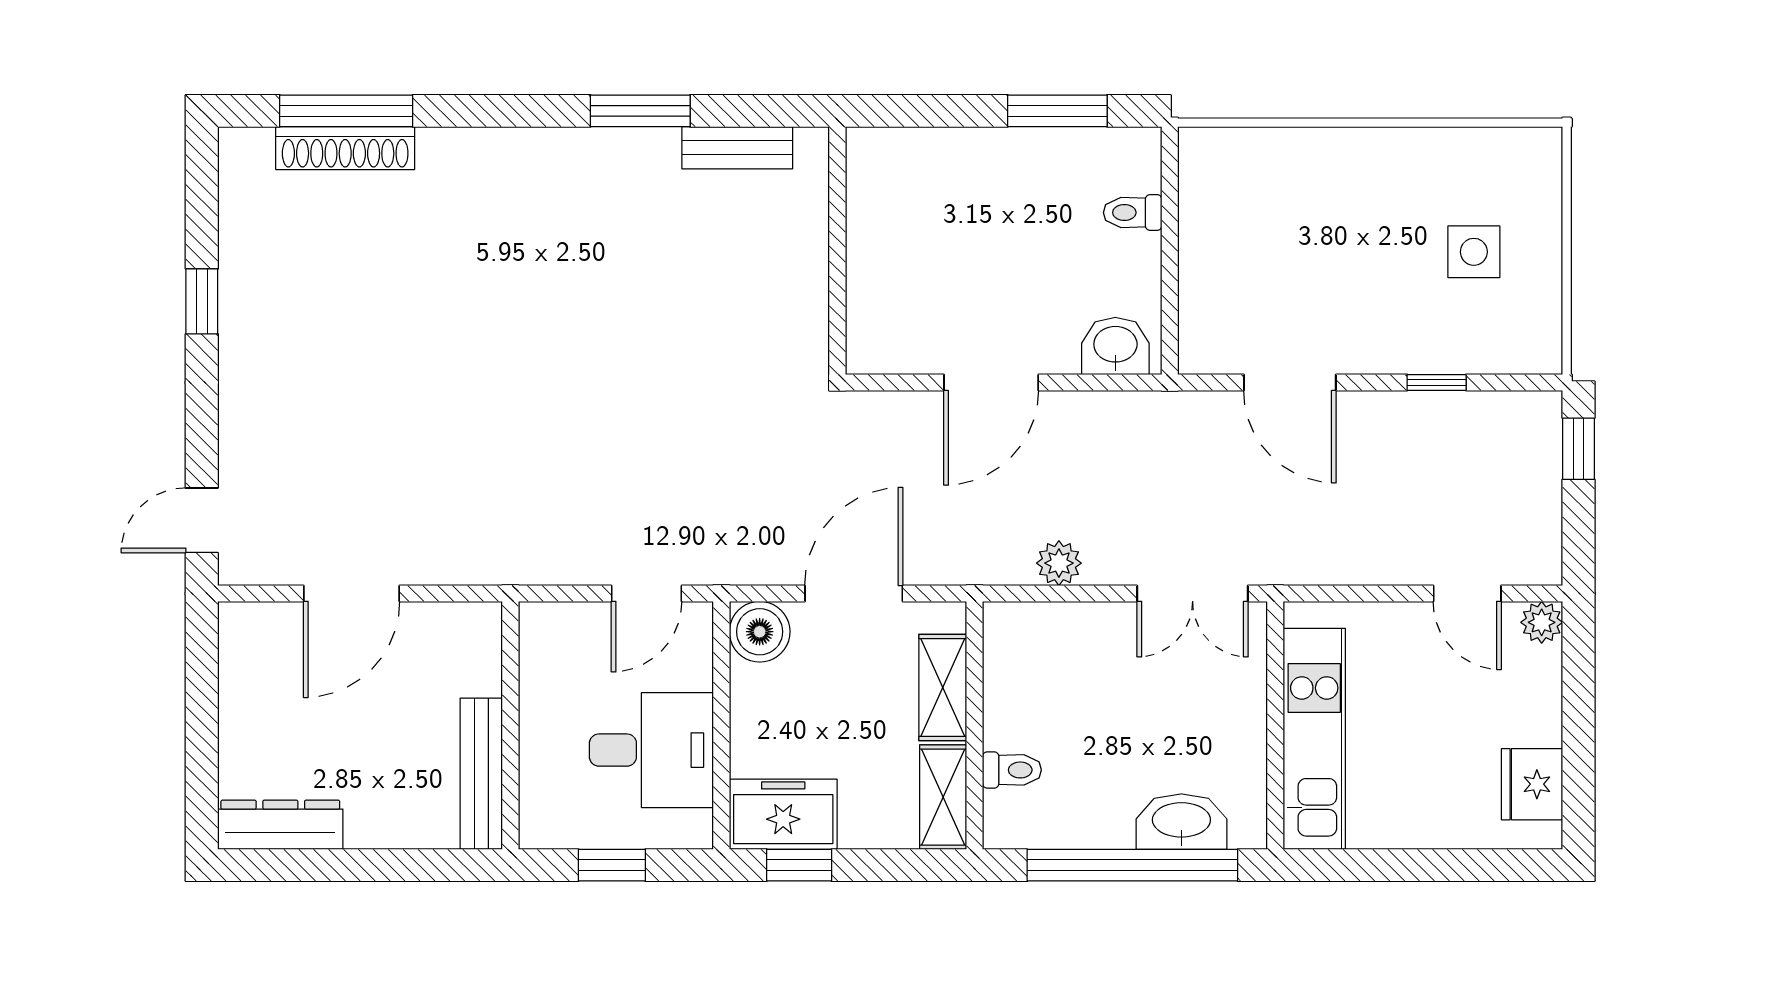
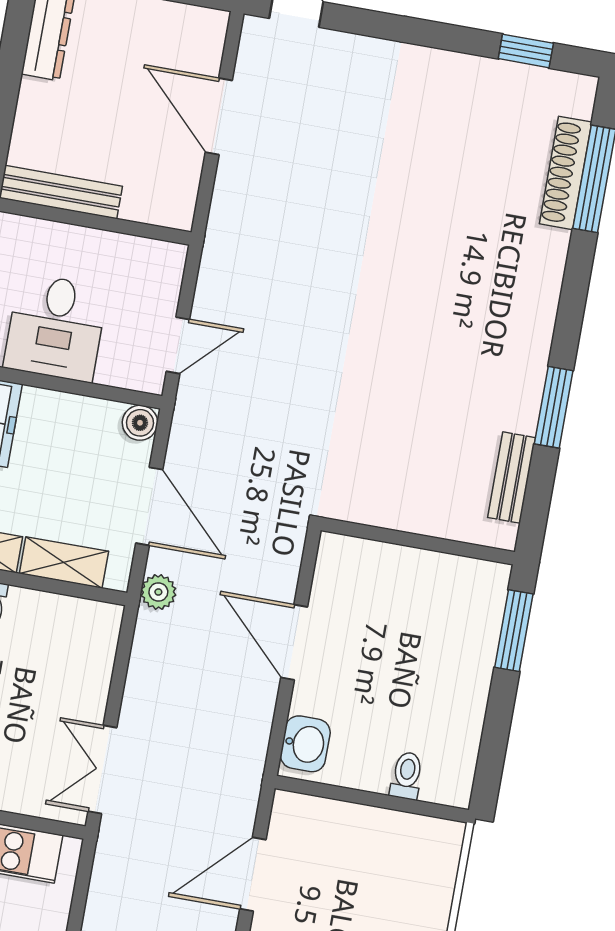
window: (1057, 111) -> (514, 631), moved
window: (202, 301) -> (526, 51), moved
plant: (1059, 563) -> (158, 592), moved
door: (646, 593) -> (178, 345), swing flipped
boiler: (760, 632) -> (140, 423), width x0.73, depth x0.73

